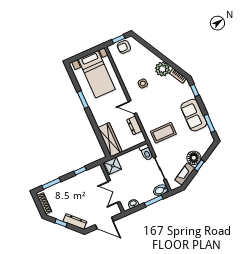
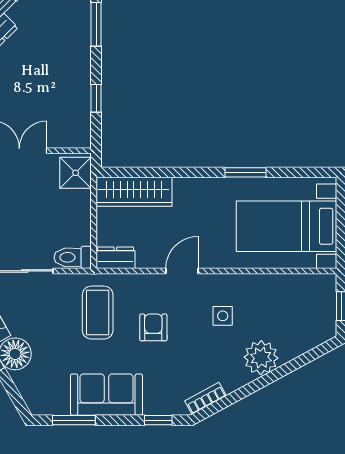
armchair: (124, 47) -> (153, 327), moved
plant: (162, 69) -> (261, 358), moved
dresser: (134, 125) -> (115, 258), moved

